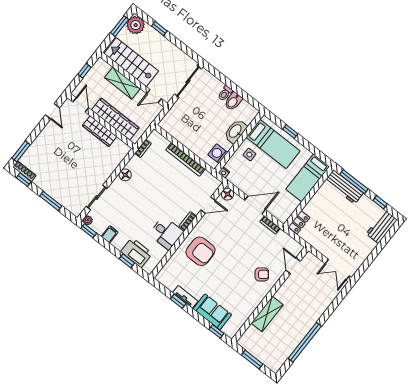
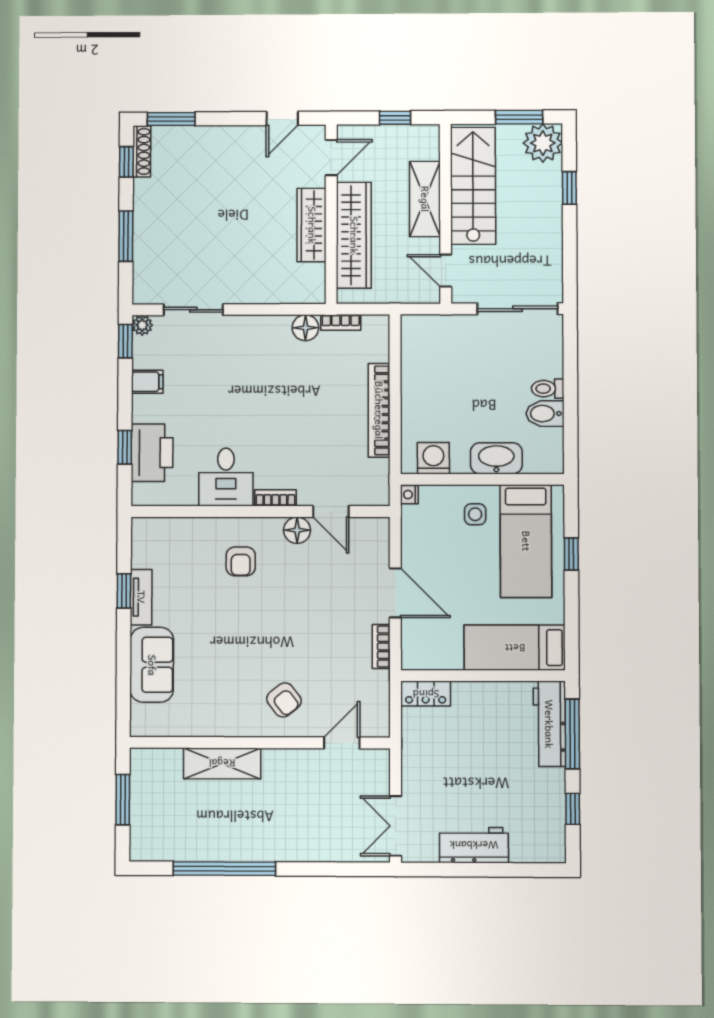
floor lamp: (125, 175) -> (305, 328), moved
floor lamp: (227, 194) -> (297, 530), moved
workbench: (382, 227) -> (474, 845), moved
armchair: (200, 251) -> (241, 561), width x0.53, depth x0.53
window: (216, 331) -> (123, 698), removed

